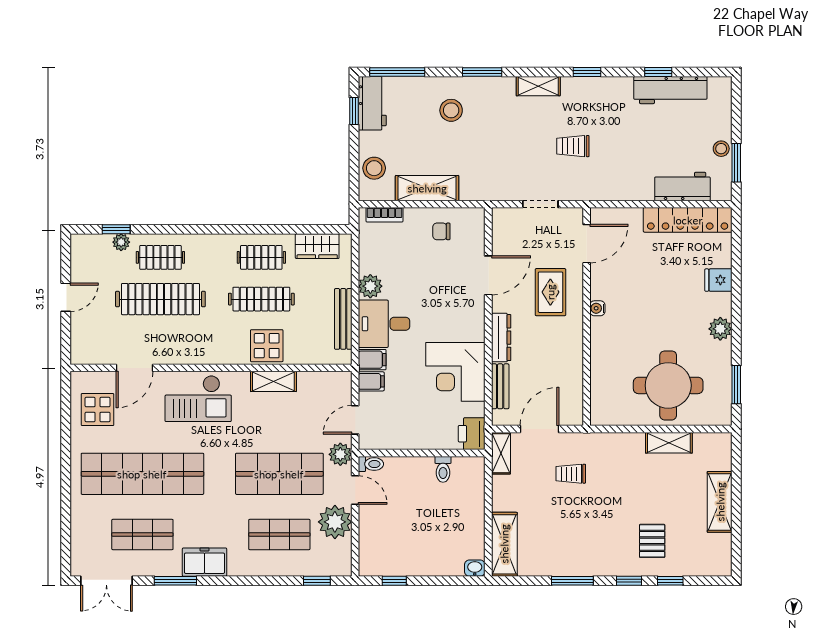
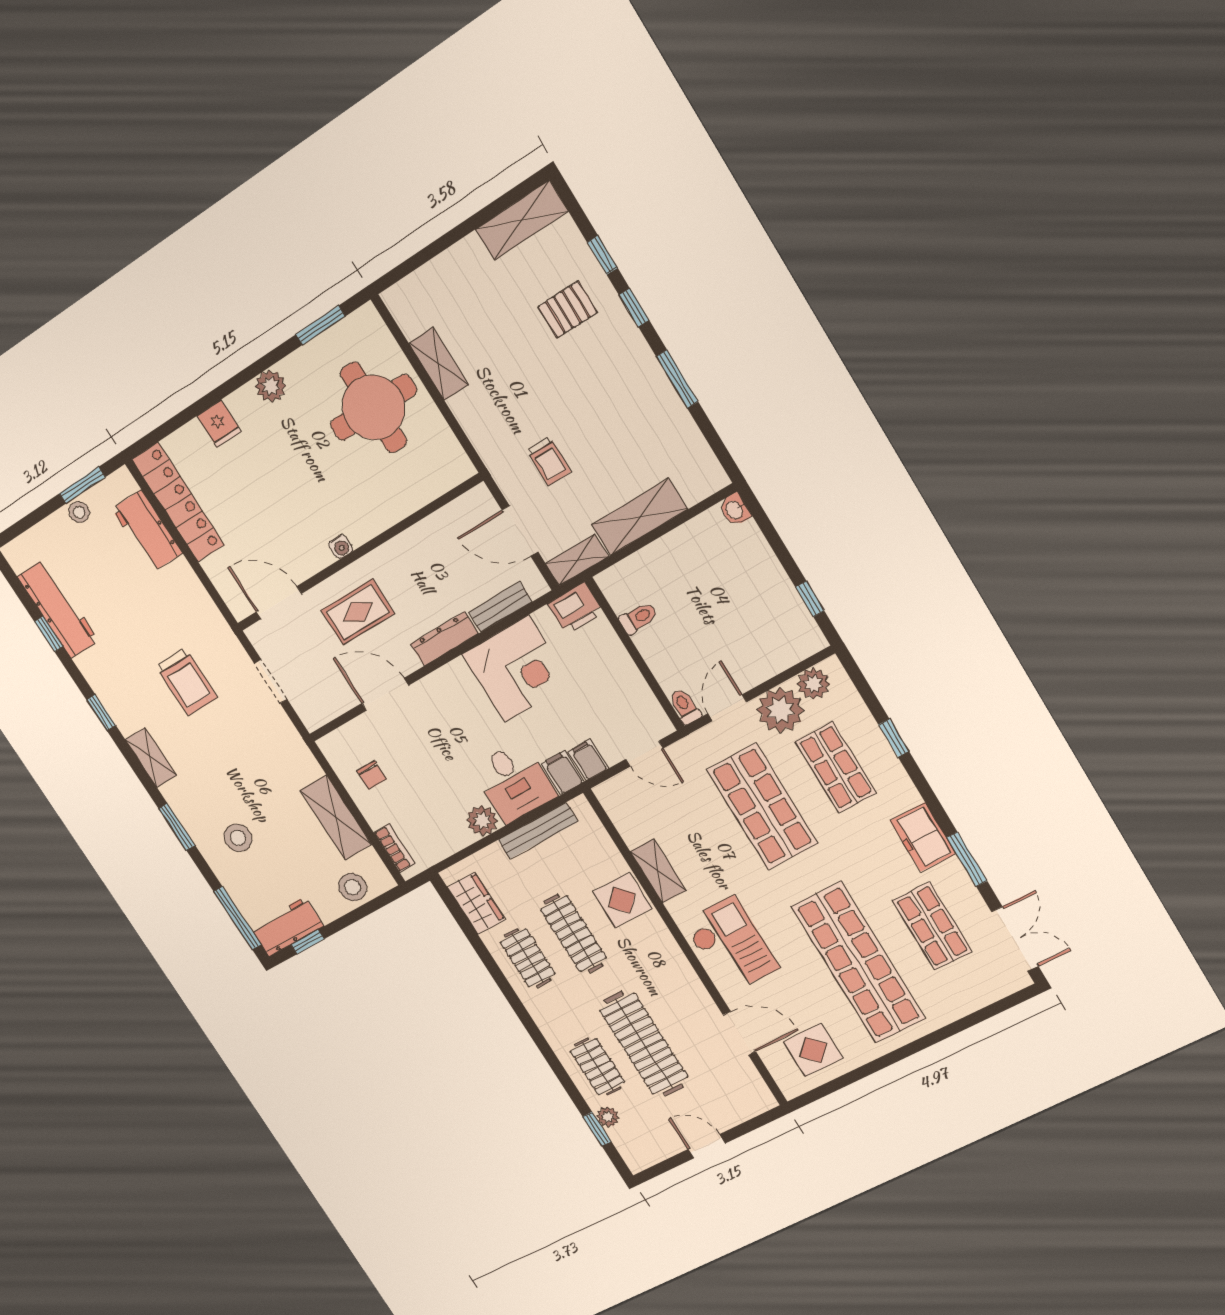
trolley: (573, 146) -> (187, 682), width x1.36, depth x1.39
plant: (340, 454) -> (813, 684), moved
shelving: (720, 502) -> (522, 220), moved
shelving: (504, 544) -> (639, 517), moved
window: (317, 581) -> (894, 738), moved

